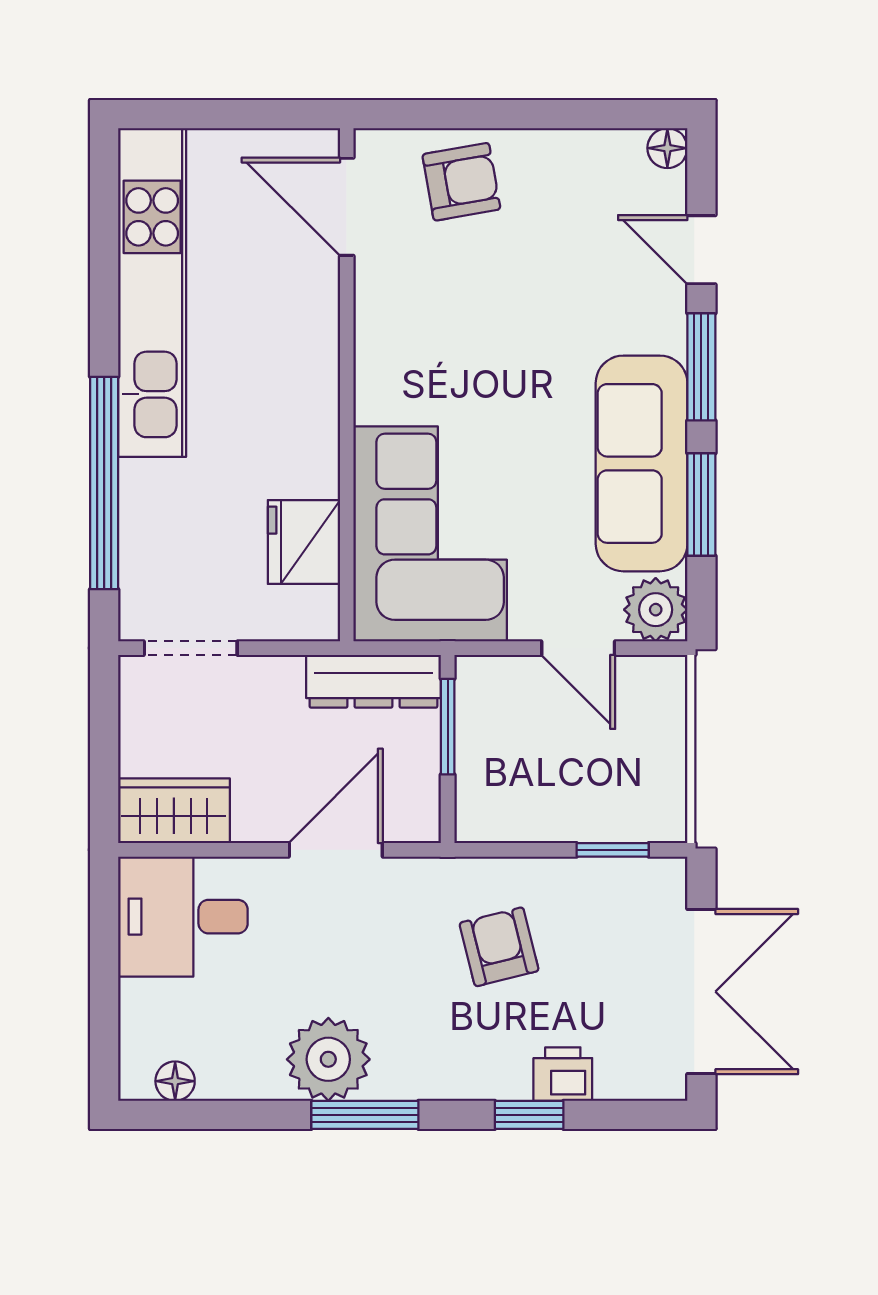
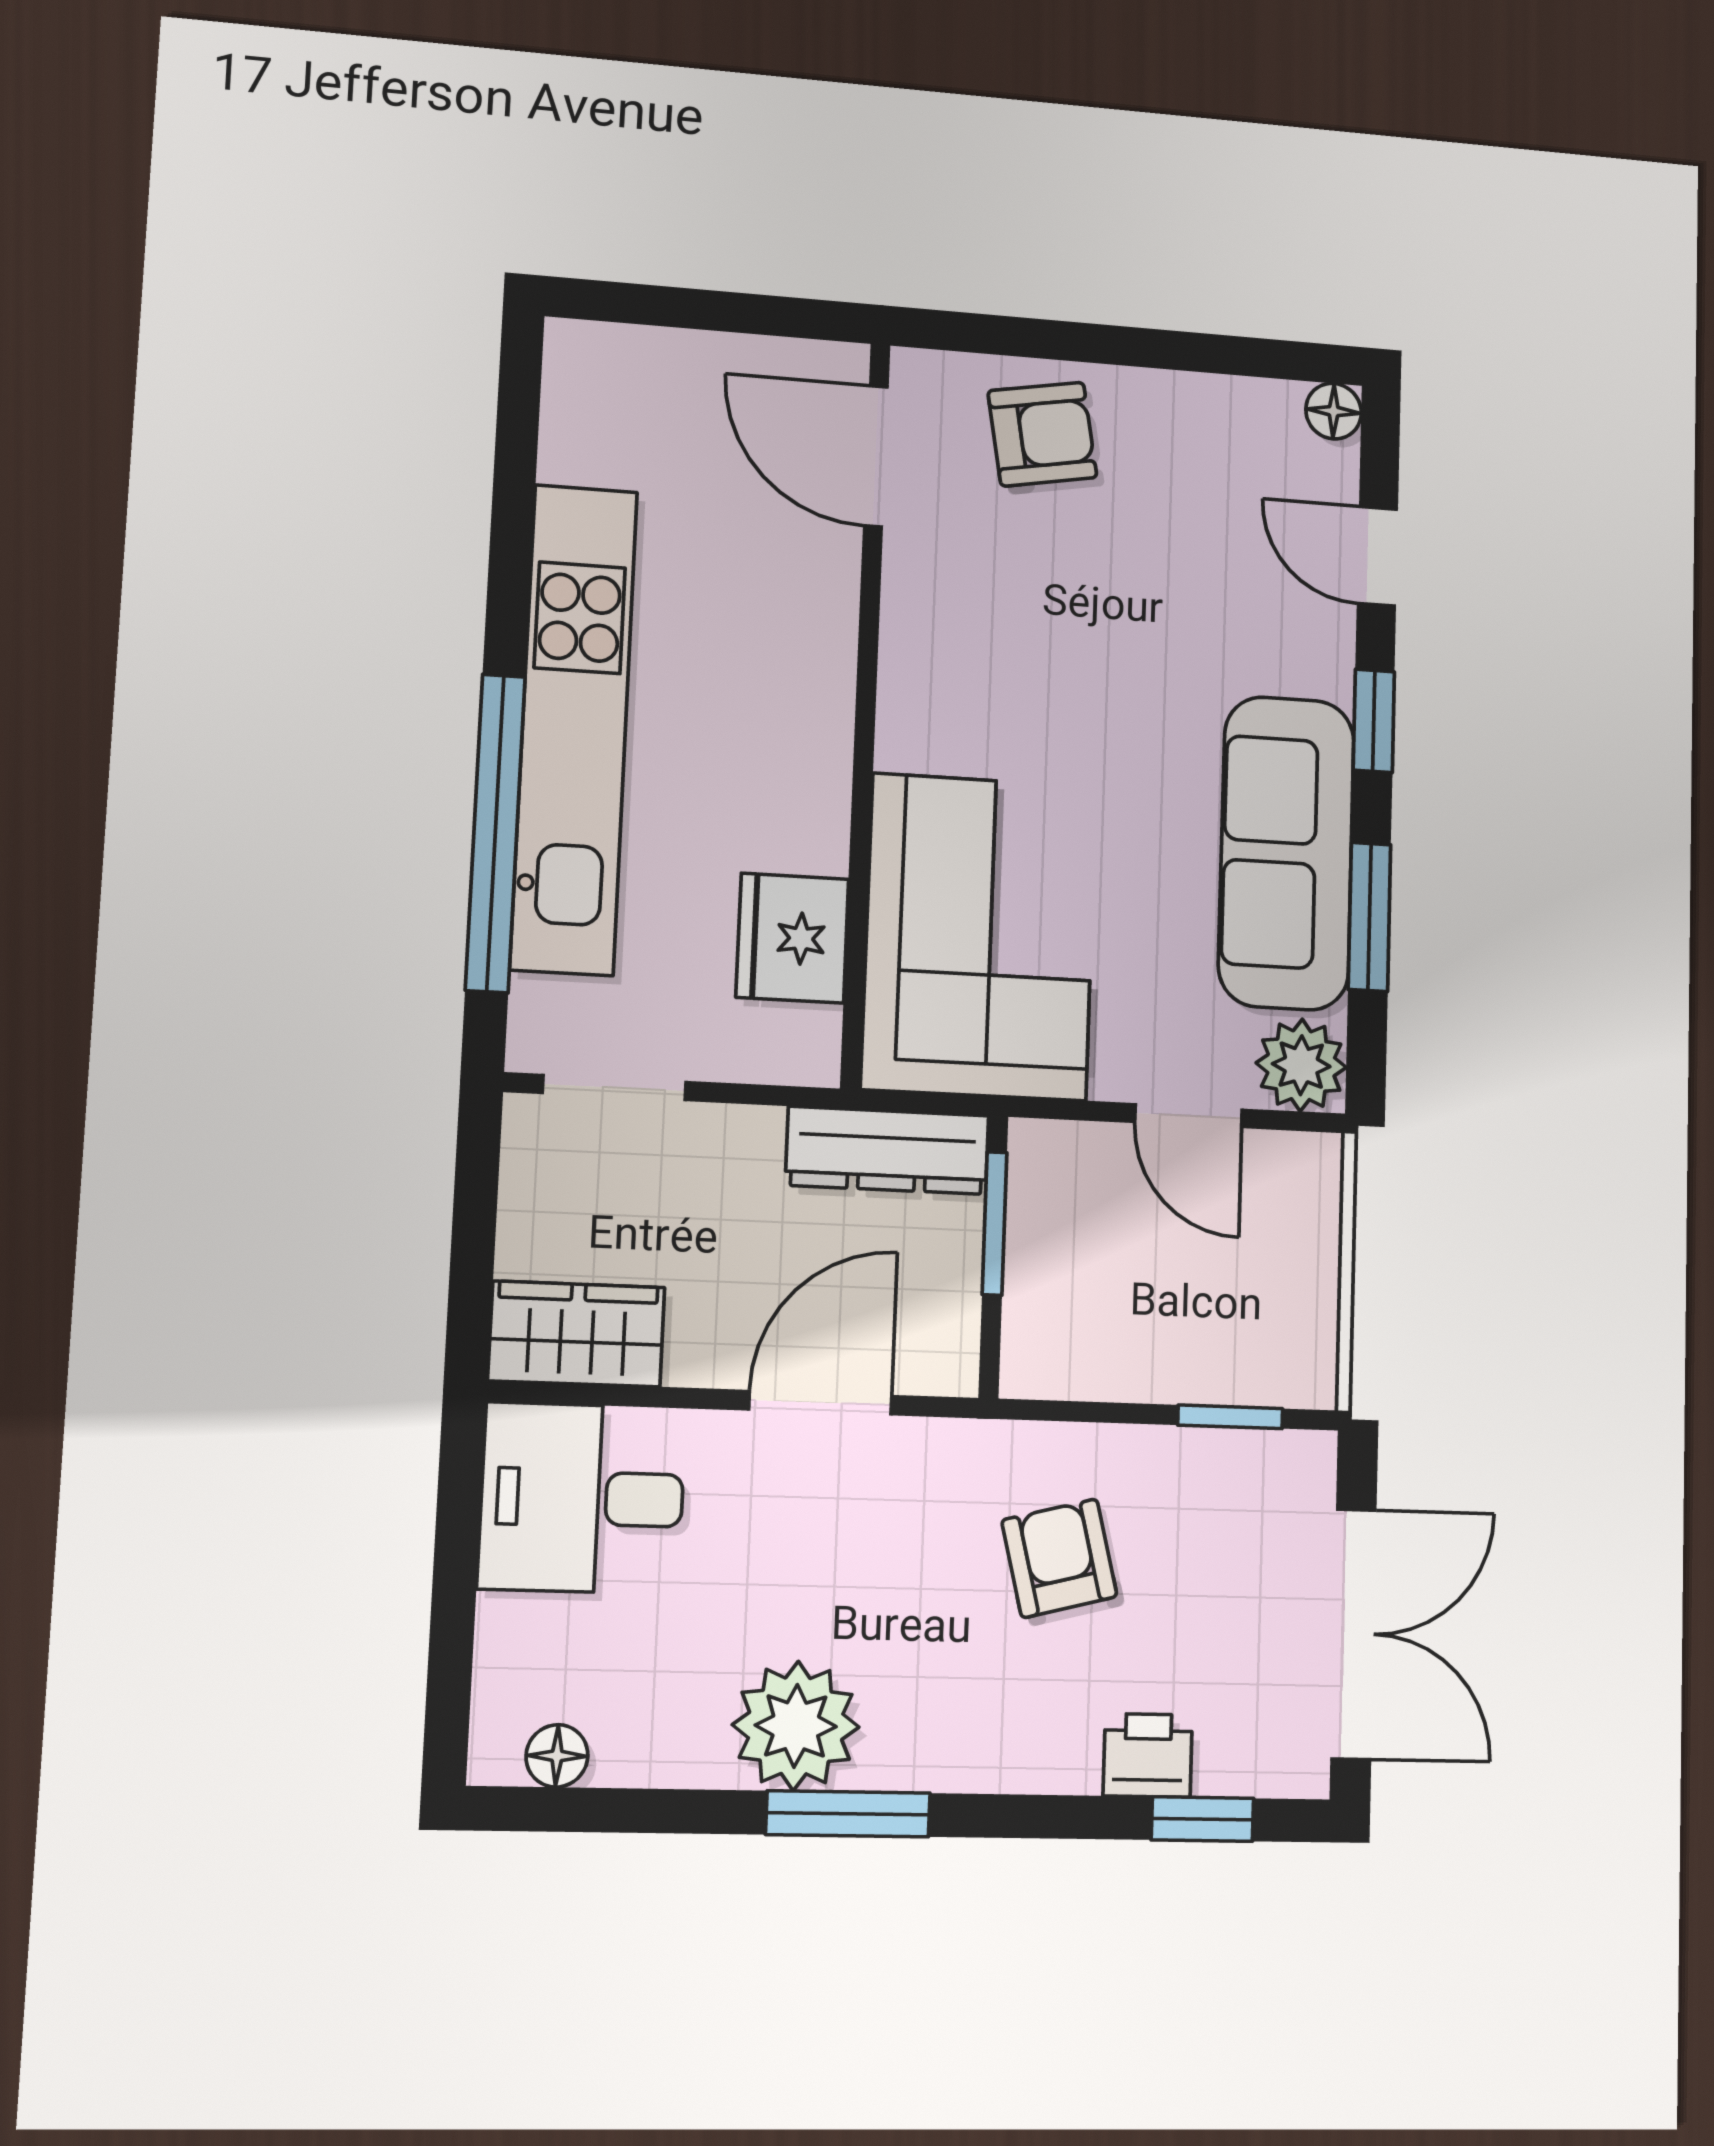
kitchen unit: (152, 293) -> (574, 729), moved
window: (701, 367) -> (1374, 721), width x0.67
window: (529, 1115) -> (1202, 1819), moved

